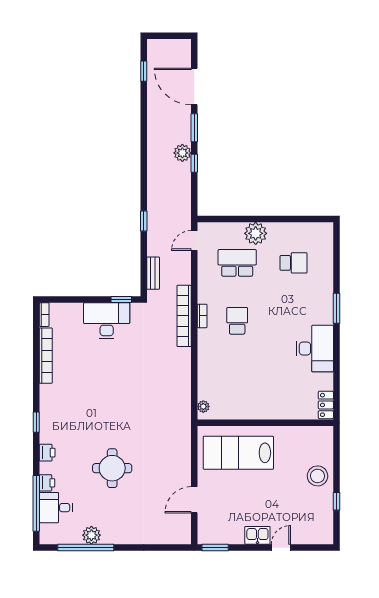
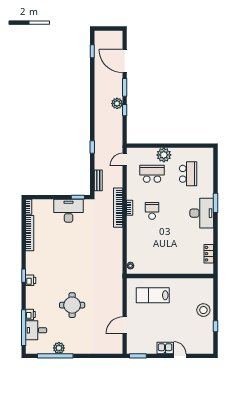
school desk: (293, 263) -> (188, 174), width x1.85
desk: (315, 349) -> (202, 213), moved
locker: (326, 405) -> (209, 254), moved
printer: (47, 453) -> (31, 280), moved
lab bench: (238, 453) -> (153, 295), width x0.73, depth x0.72
door: (281, 548) -> (180, 356), hinge flipped

